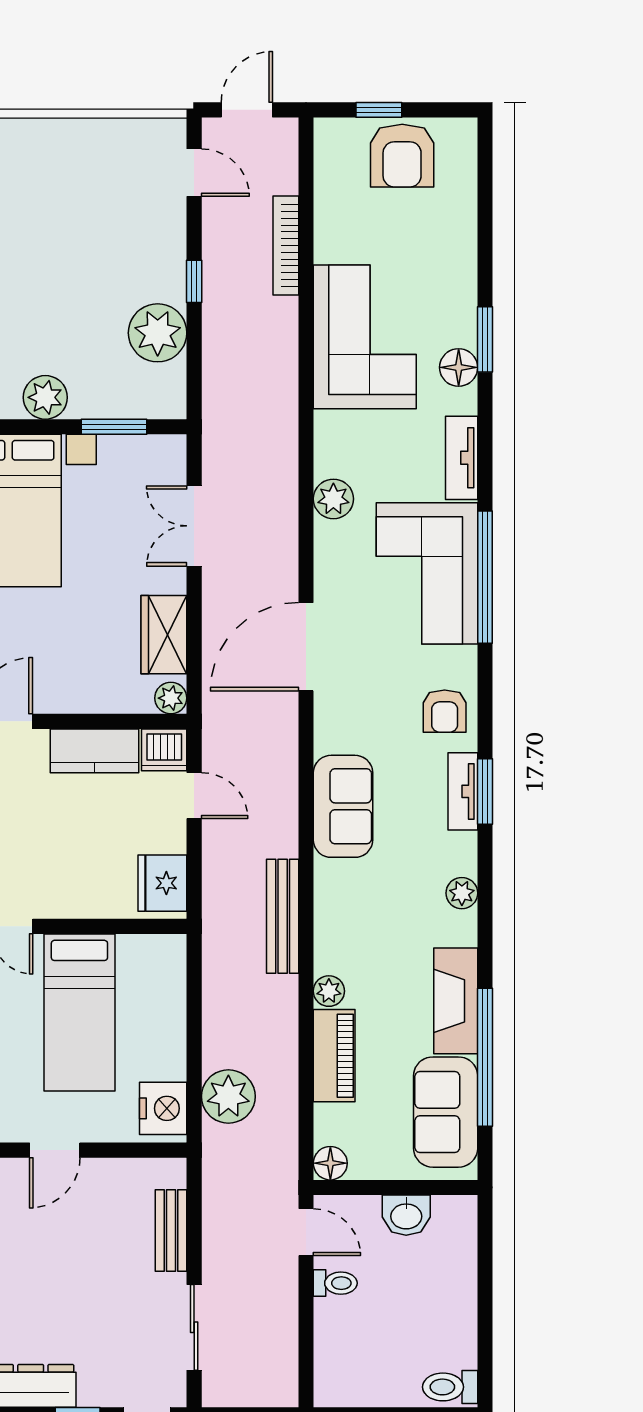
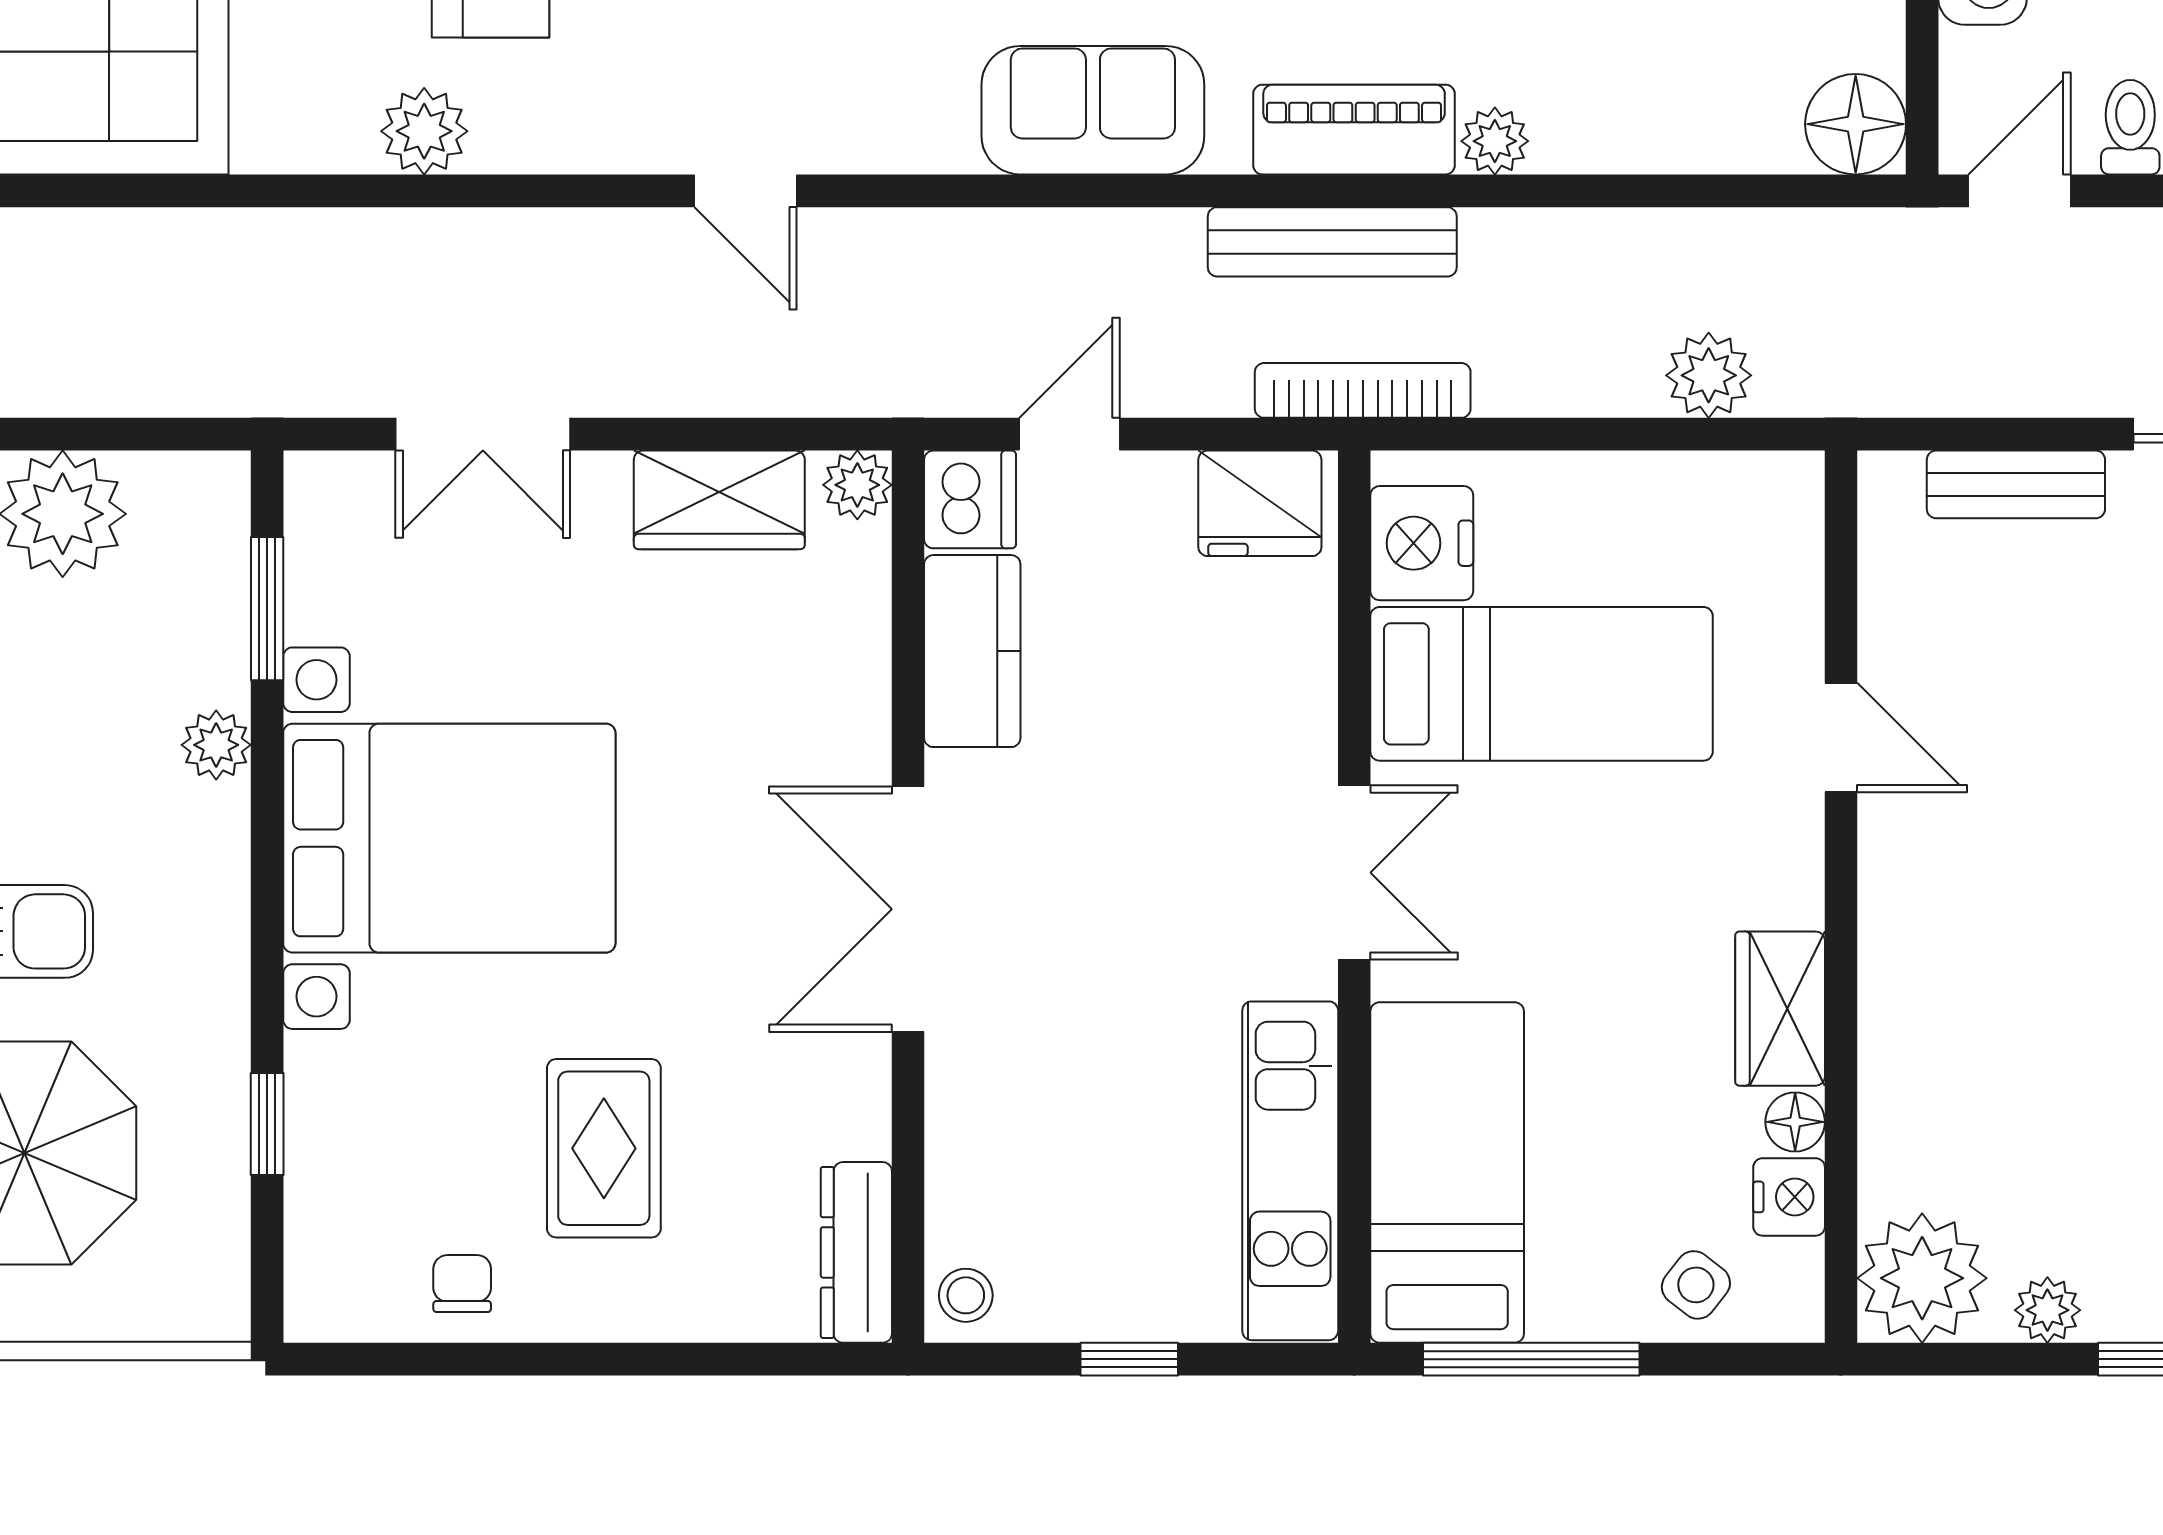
plant: (45, 397) -> (216, 745), width x0.73, depth x0.73
door: (306, 647) -> (746, 191), width x0.53
bookcase: (214, 930) -> (1363, 390), added
piano: (334, 1056) -> (1354, 130), moved
plant: (228, 1096) -> (1709, 375), width x0.73, depth x0.73
nightstand: (163, 1108) -> (1422, 543), moved, turned -90
floor lamp: (330, 1163) -> (1856, 124), width x1.38, depth x1.38

